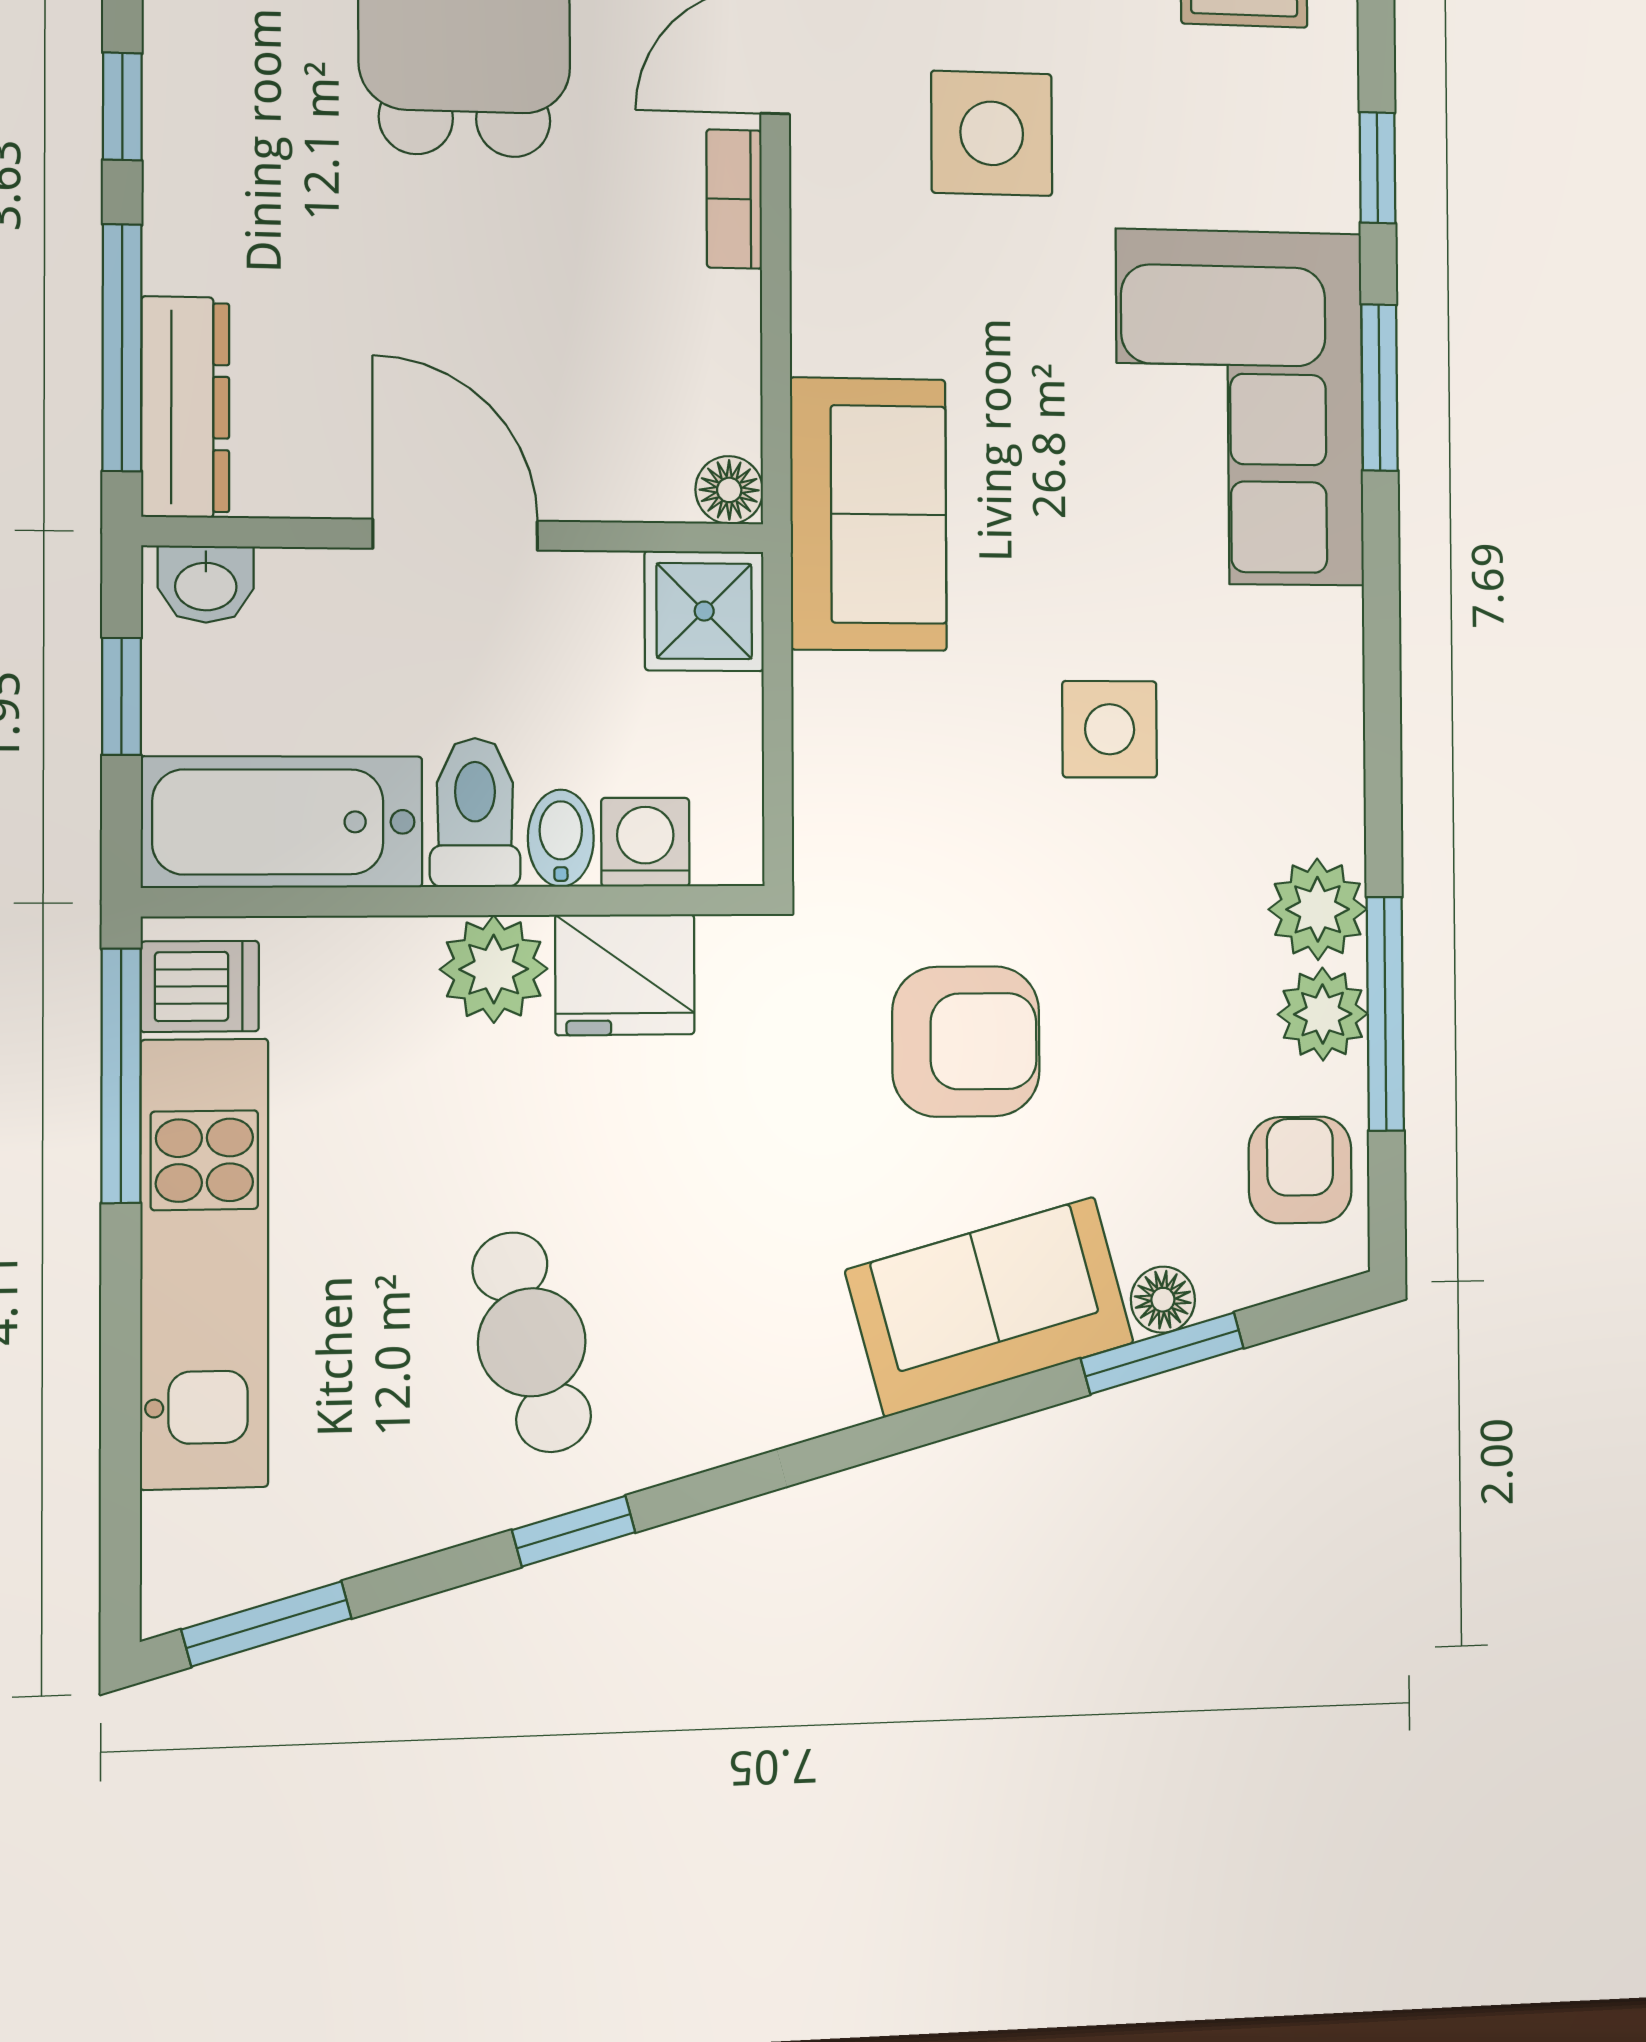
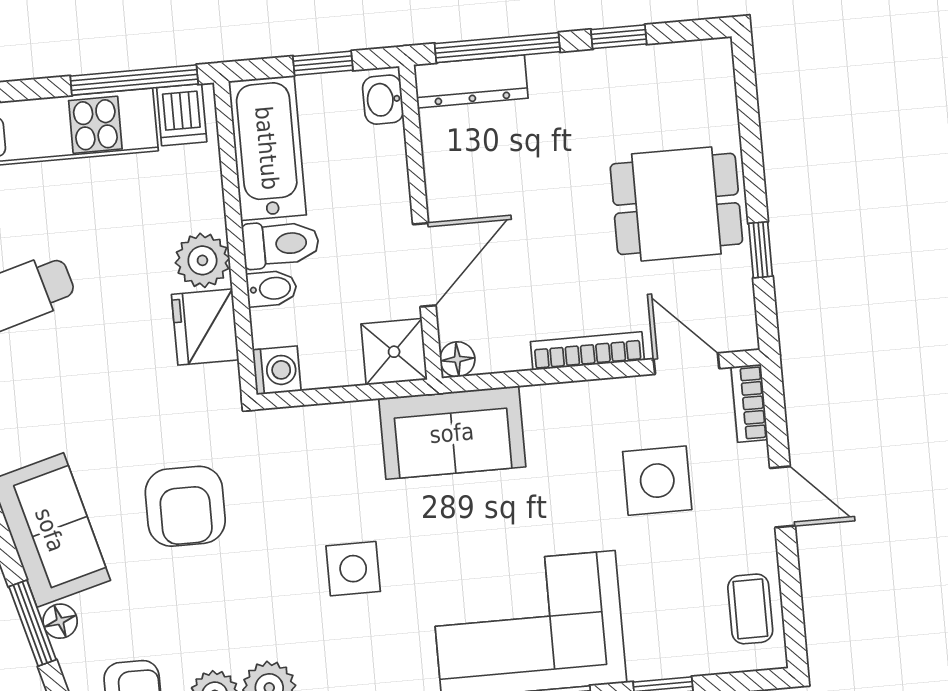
bookcase: (734, 199) -> (587, 351), width x1.56
door: (455, 535) -> (424, 265), moved
washing machine: (645, 842) -> (277, 370), moved

